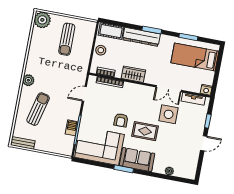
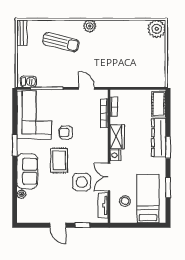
sun lounger: (67, 39) -> (141, 59), removed
stool: (101, 50) -> (125, 201), moved
nightstand: (206, 90) -> (115, 155), moved
barbecue: (72, 128) -> (28, 82), moved
sofa: (137, 160) -> (27, 171), moved

